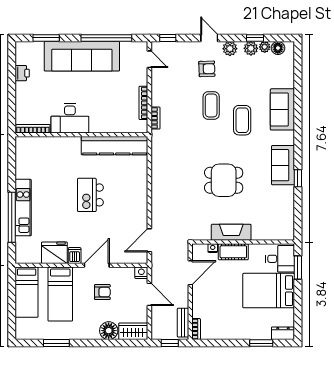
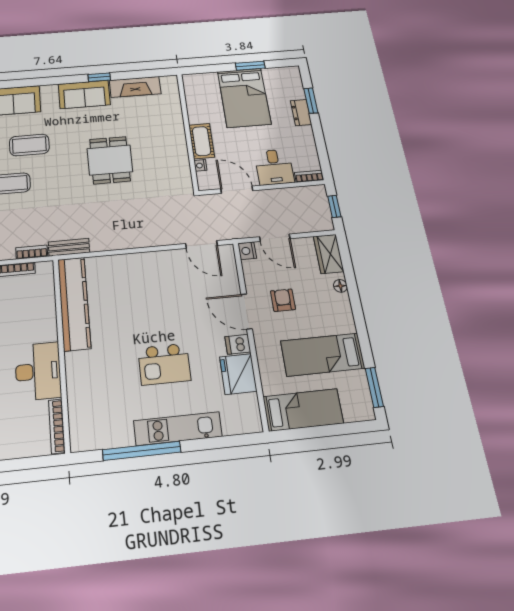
kitchen island: (90, 195) -> (164, 364), moved
window: (12, 217) -> (142, 451), moved
fireplace: (231, 232) -> (135, 87), moved, turned -90
desk: (280, 259) -> (274, 167), moved, turned 180
window: (298, 268) -> (250, 66), moved
bed: (60, 294) -> (323, 355), moved, turned 180
door: (149, 294) -> (275, 238), swing flipped
bench: (183, 323) -> (69, 247), moved
floor lamp: (109, 331) -> (340, 286), width x0.53, depth x0.53
dresser: (283, 333) -> (301, 113), moved
window: (56, 343) -> (374, 387), moved

